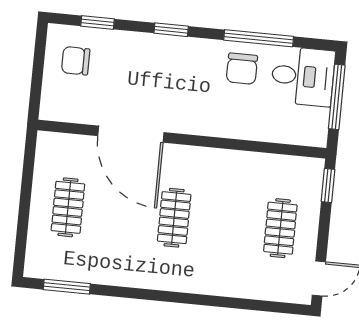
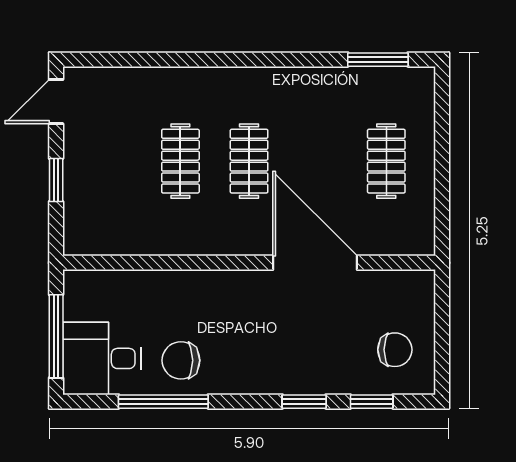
window: (171, 30) -> (304, 402), moved
chair: (242, 69) -> (181, 360), turned -90
window: (328, 185) -> (56, 180), moved
clothes rail: (280, 228) -> (180, 161), moved

